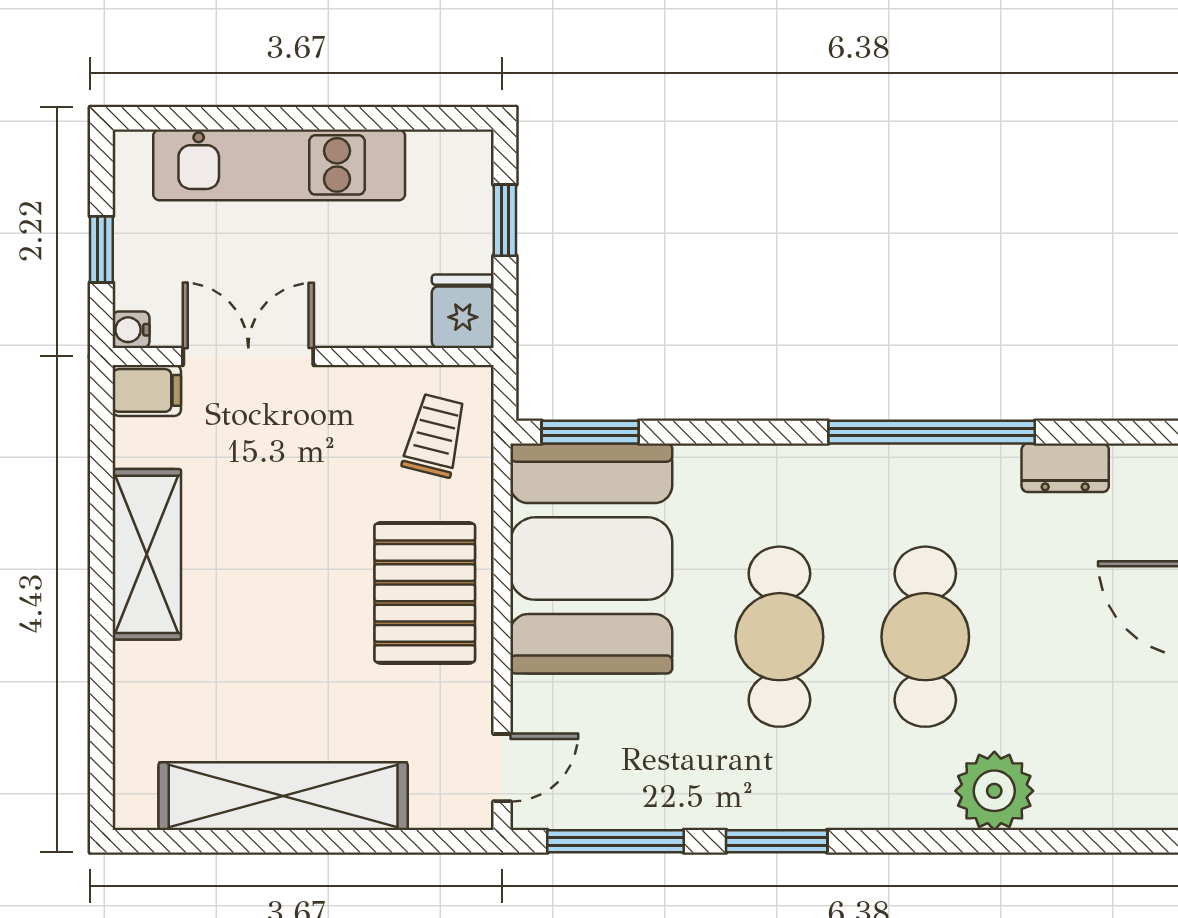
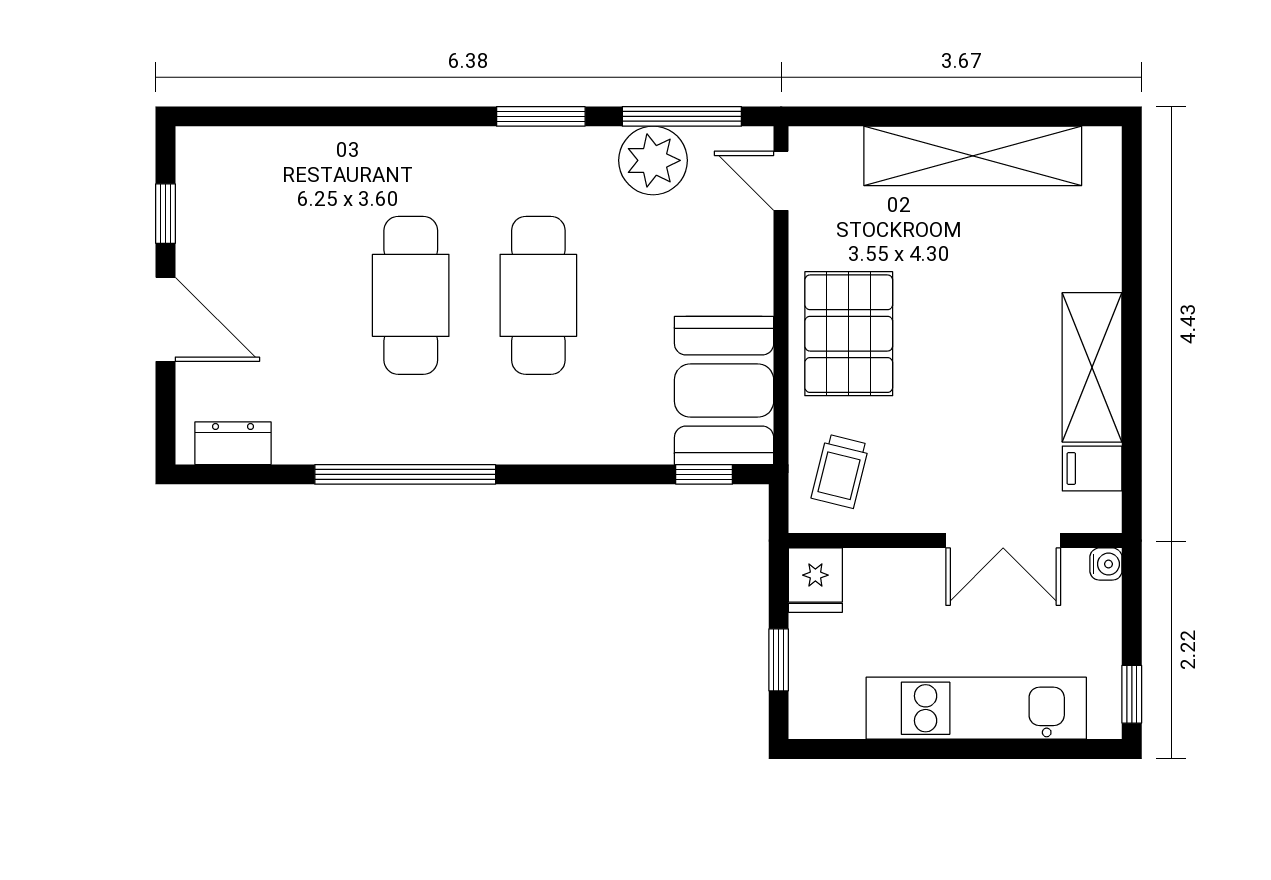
window: (101, 249) -> (1132, 694), moved
filing cabinet: (147, 390) -> (1092, 469), moved
window: (590, 432) -> (704, 474), width x0.67
dresser: (1065, 468) -> (233, 443), moved
booth: (591, 559) -> (724, 391), width x0.73, depth x0.70
door: (502, 768) -> (781, 181), hinge flipped
plant: (994, 791) -> (653, 160), moved

